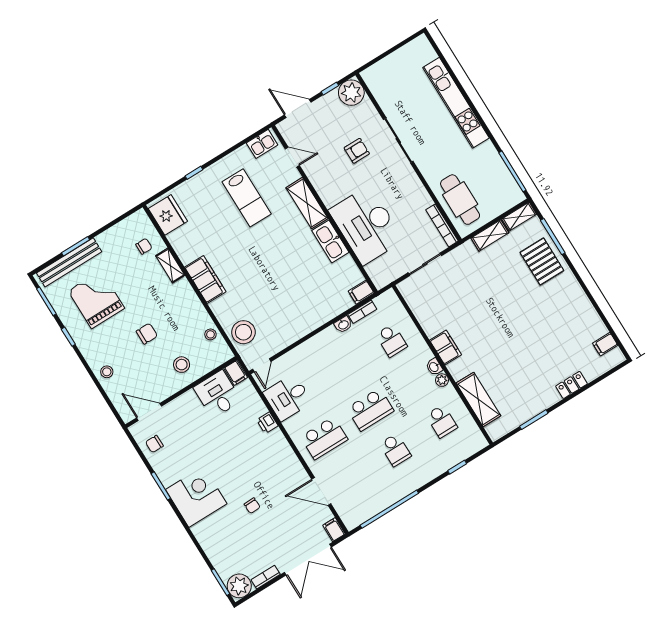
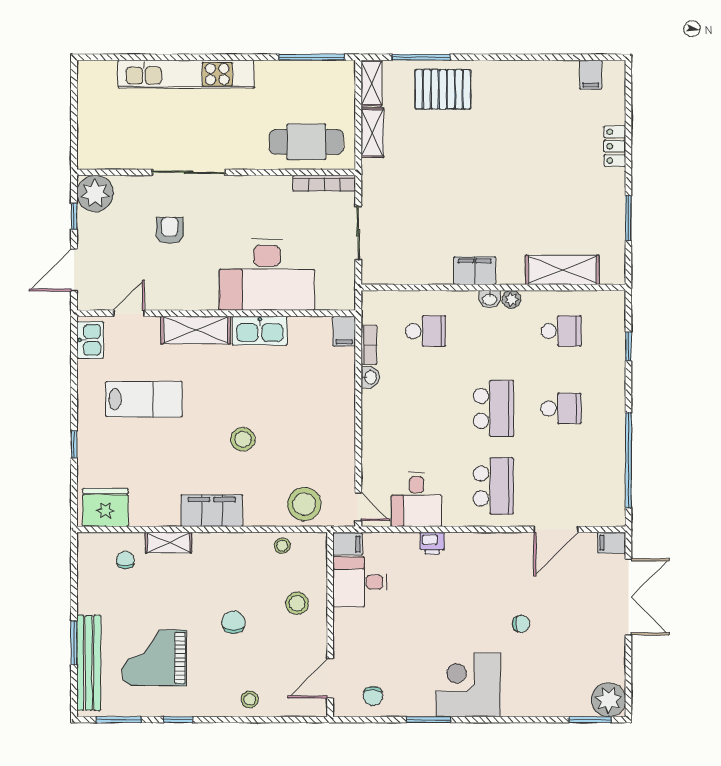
stool: (259, 272) -> (243, 439), added
bookcase: (266, 577) -> (618, 661), removed

